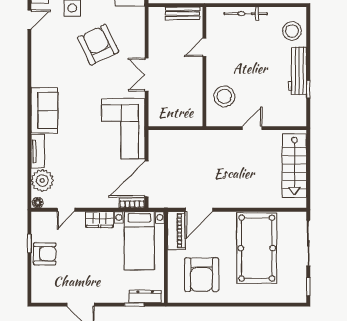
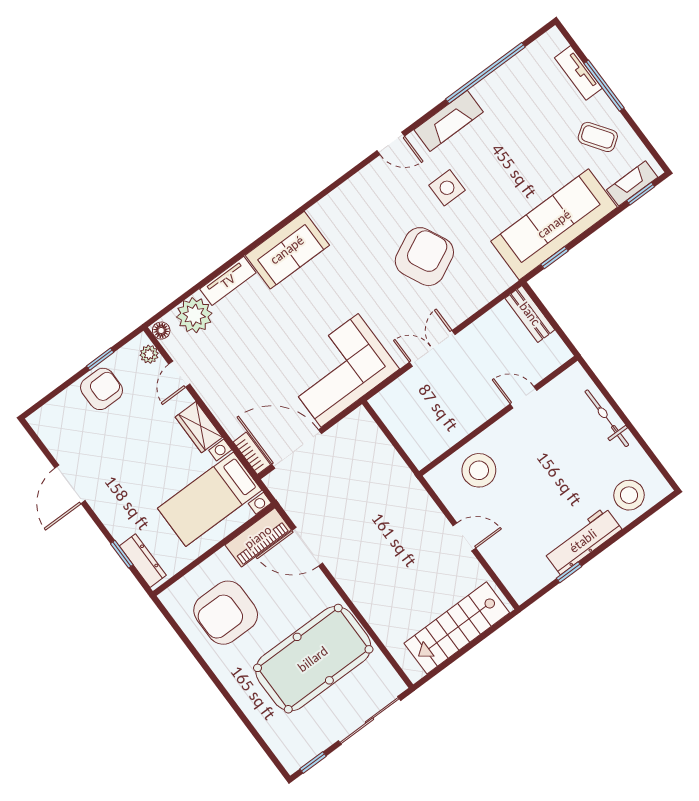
bench: (183, 13) -> (530, 314), moved
door: (66, 210) -> (179, 374), hinge flipped
plant: (45, 217) -> (149, 354), added
armchair: (45, 254) -> (102, 389), turned -90

